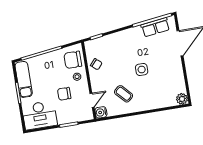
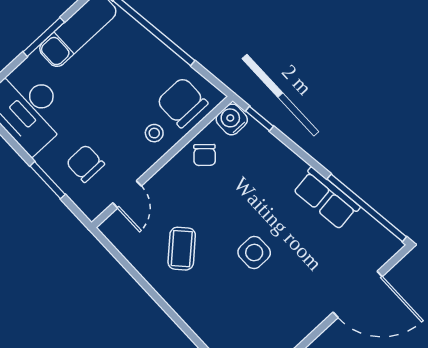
row of seats: (155, 27) -> (326, 198), moved
chair: (64, 94) -> (85, 163), moved
door: (92, 100) -> (127, 194), hinge flipped
water cooler: (101, 112) -> (232, 119), moved

